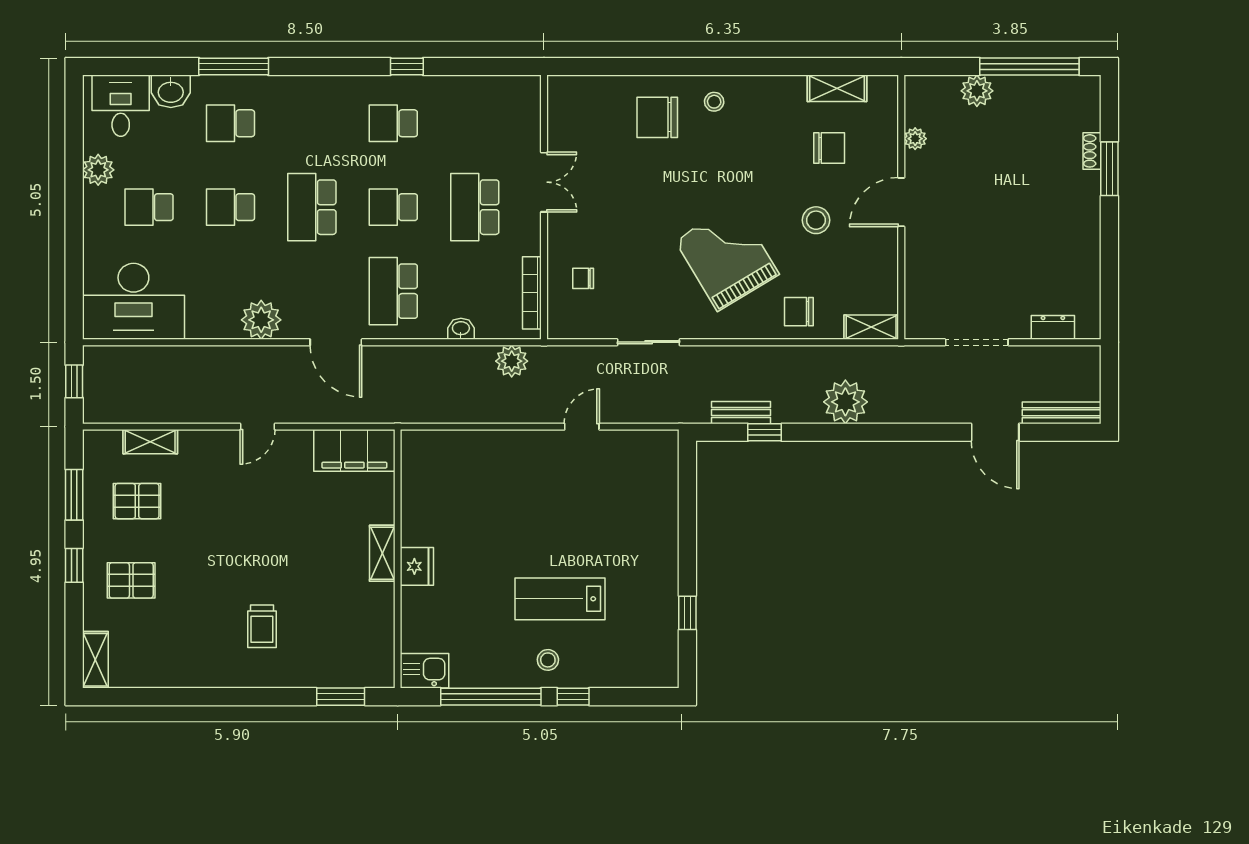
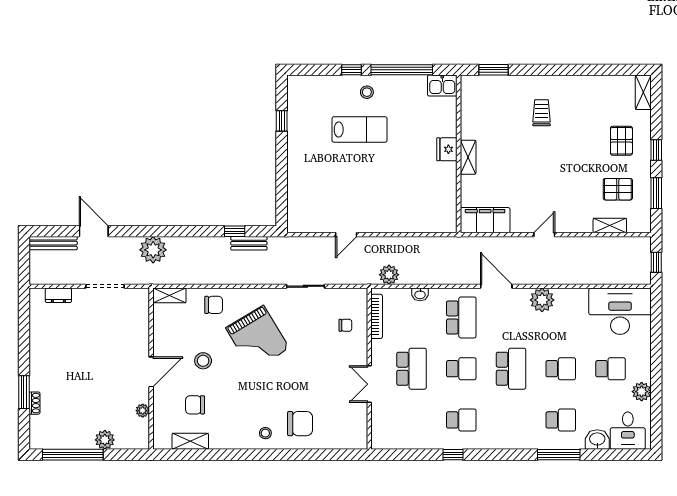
plant: (845, 402) -> (153, 250), moved
pallet: (131, 580) -> (621, 141), turned 90

